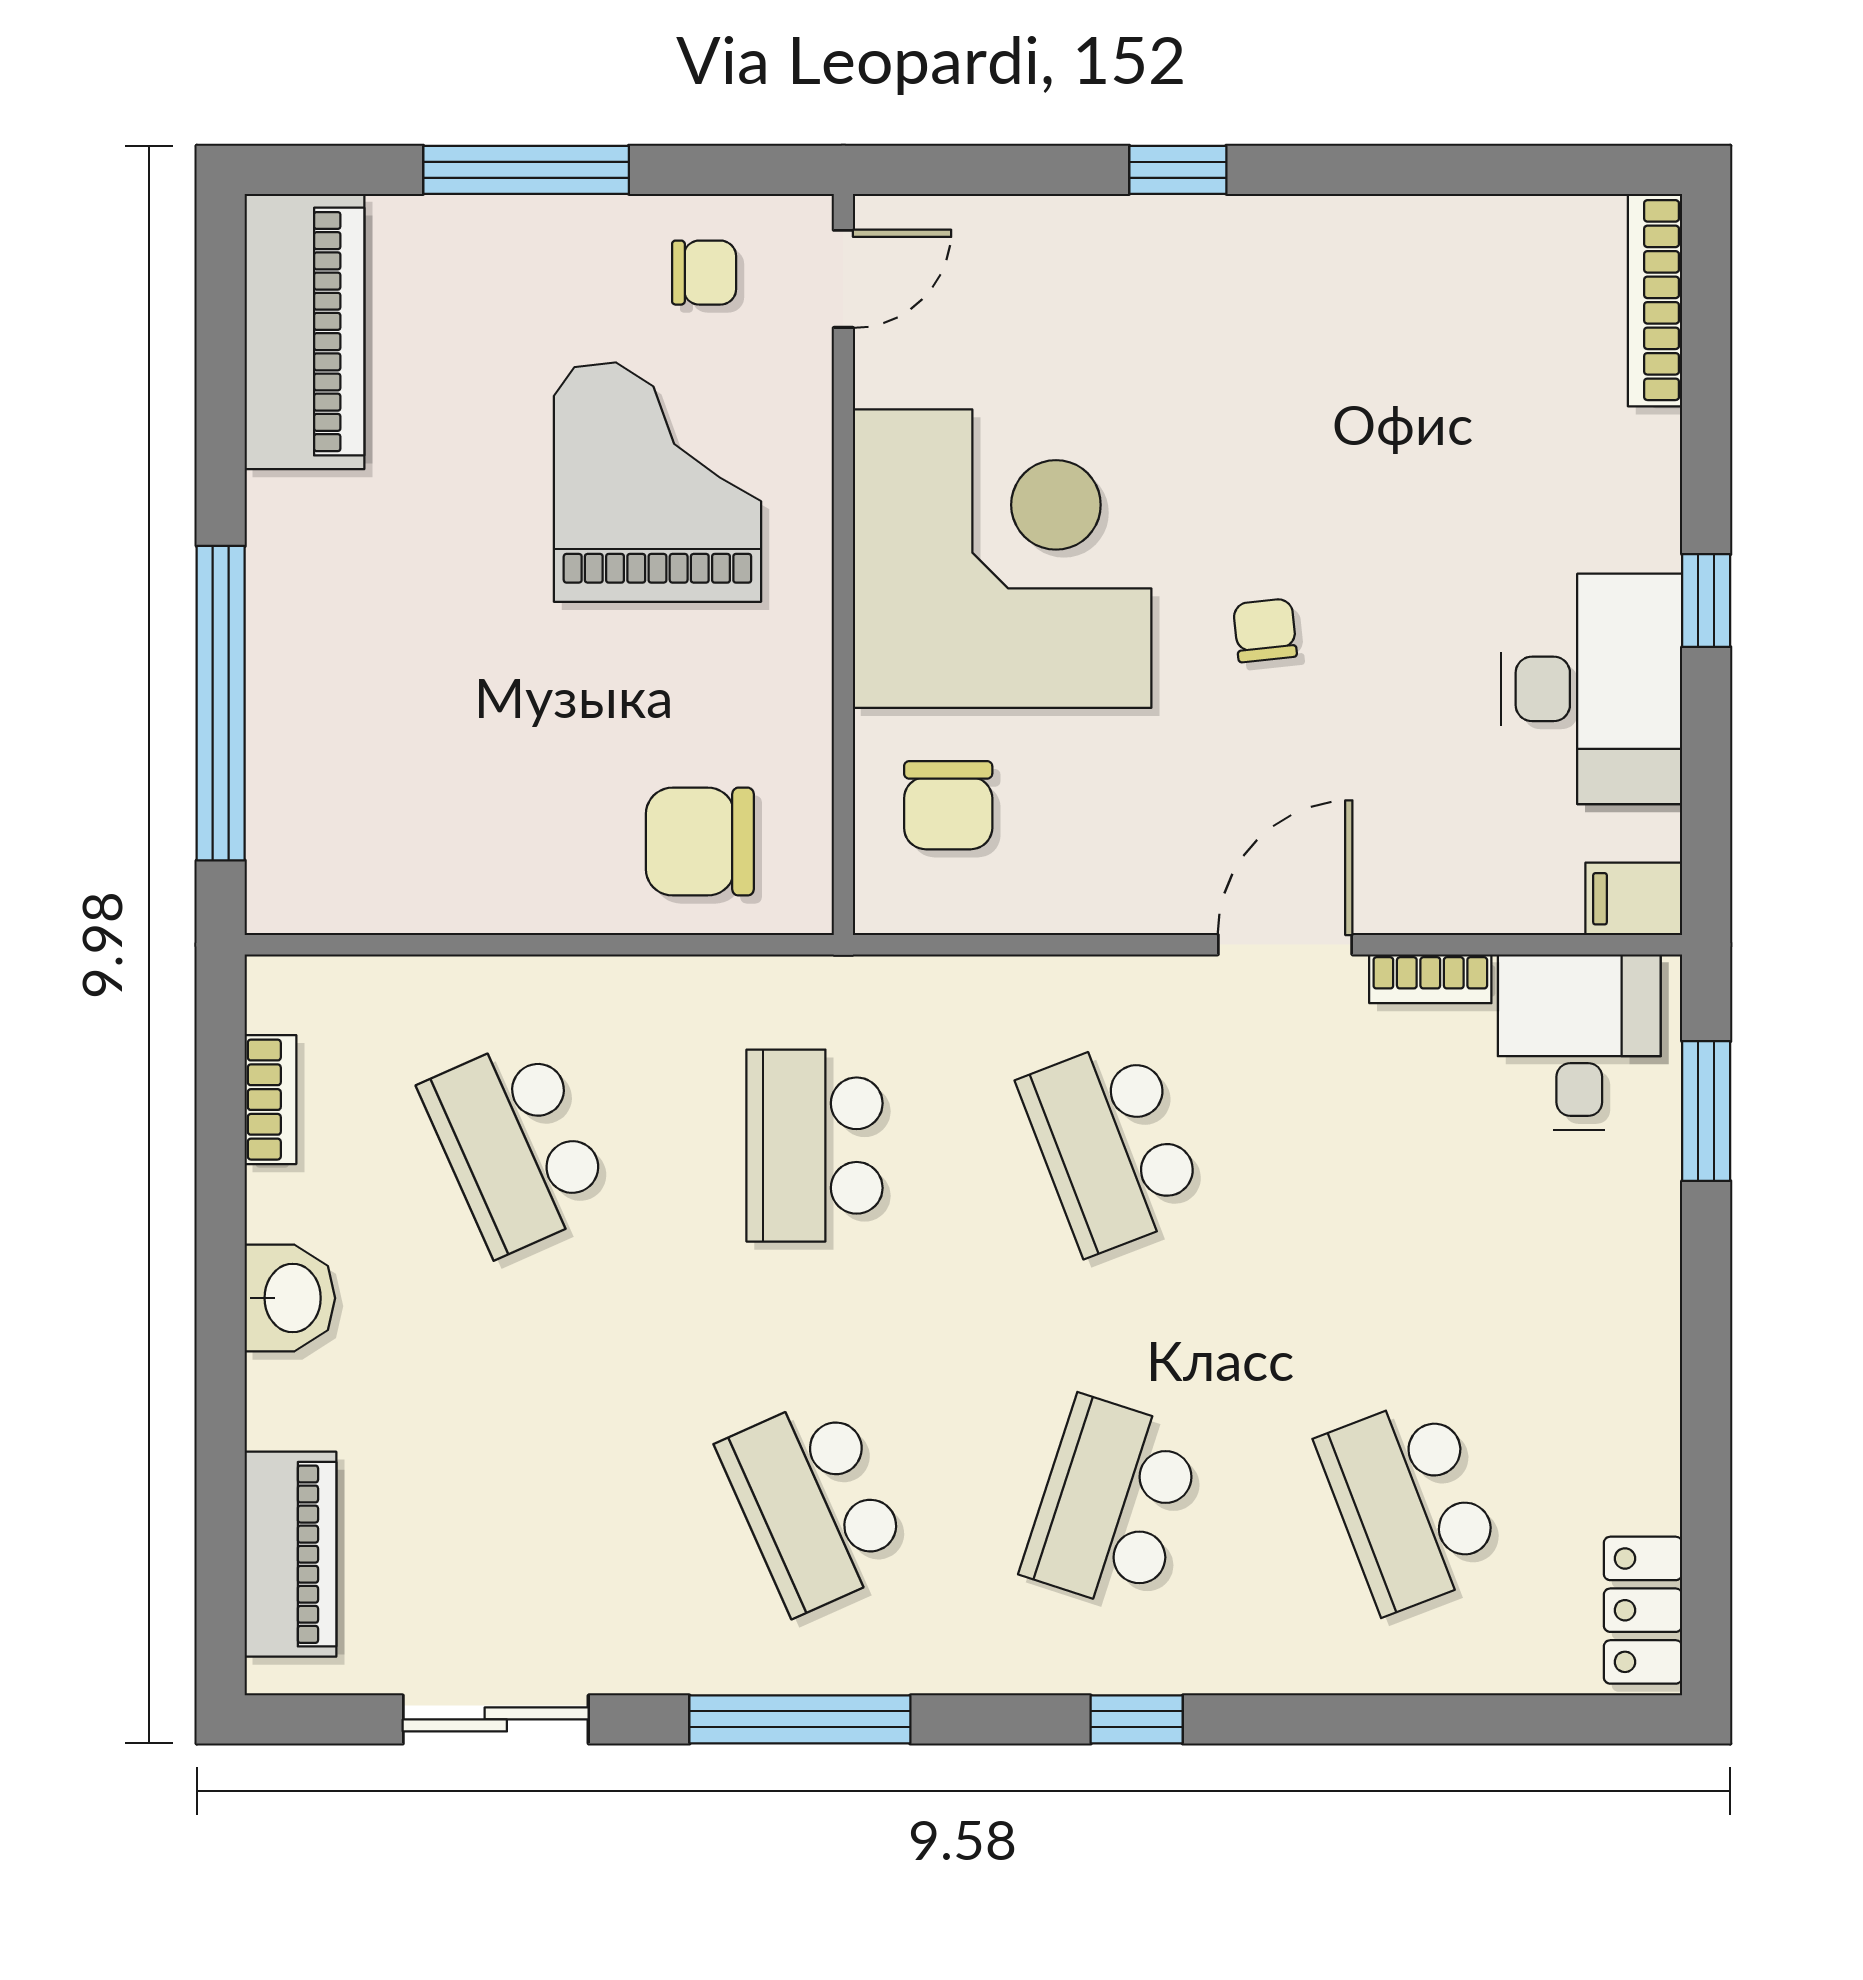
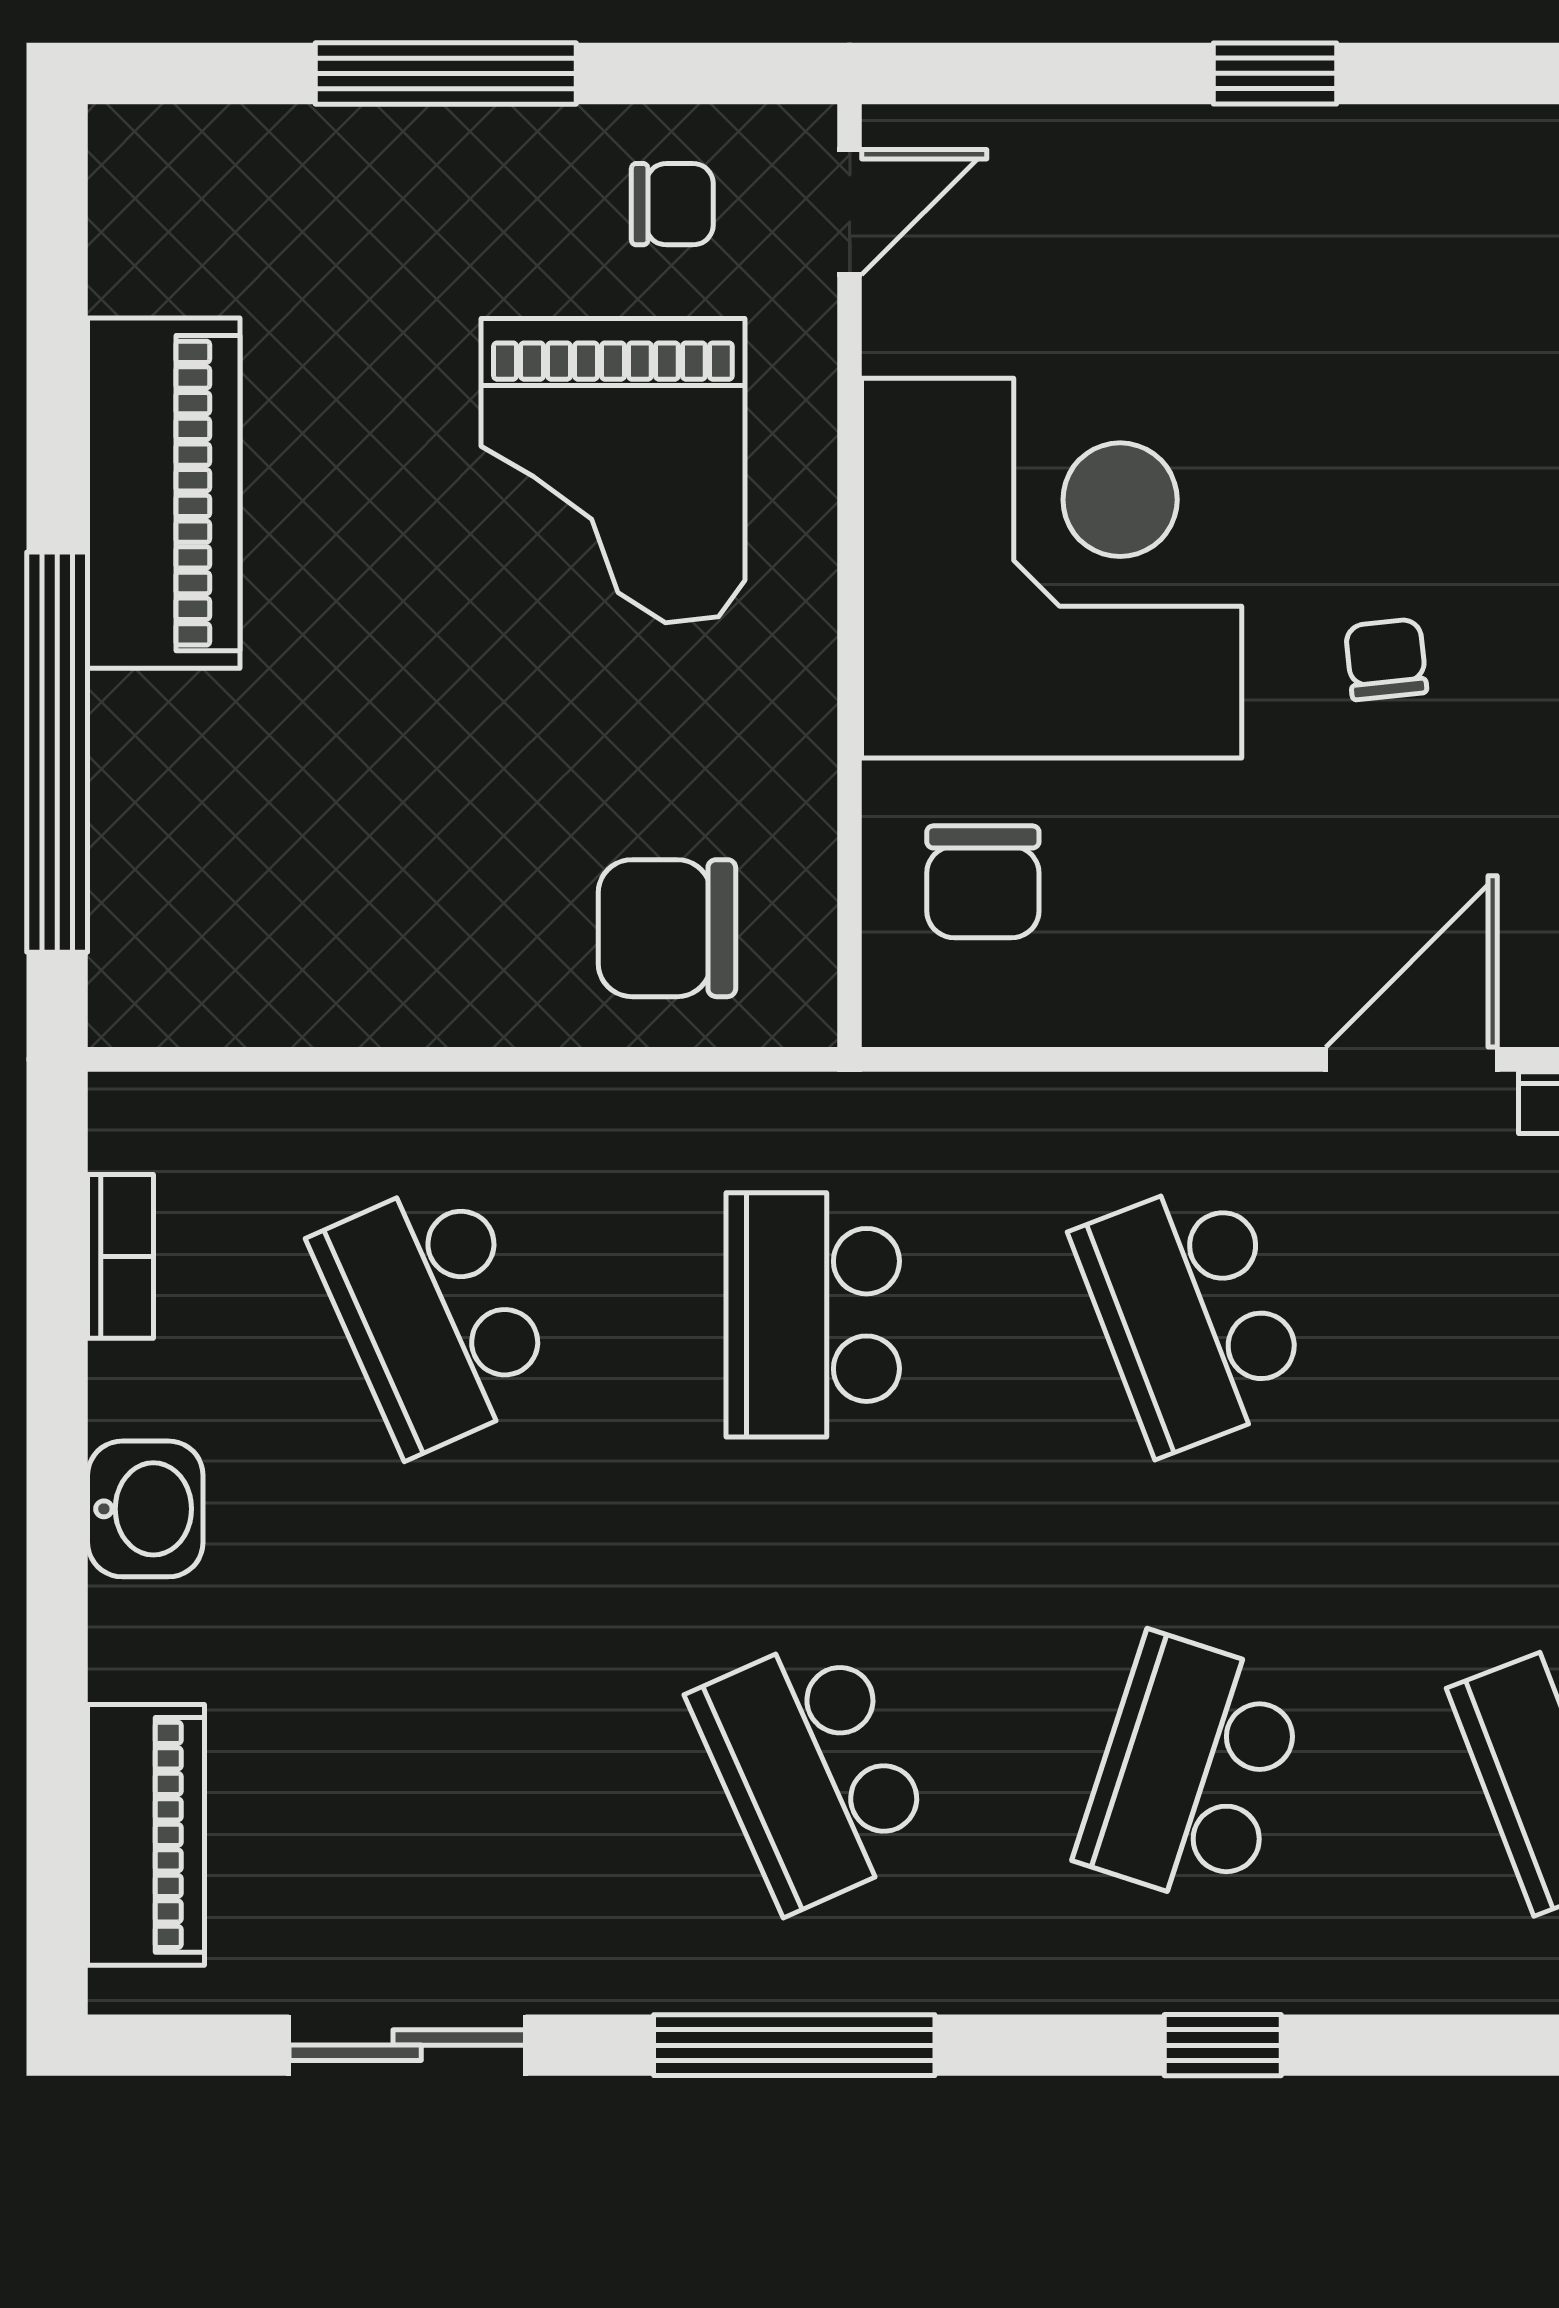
piano: (304, 332) -> (164, 493), moved
grand piano: (657, 482) -> (613, 471), turned 180

